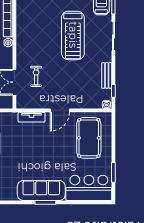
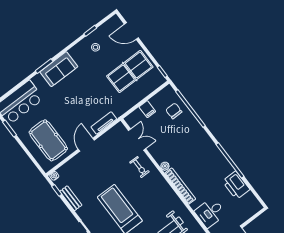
exercise bike: (36, 76) -> (139, 167), moved
sofa: (41, 190) -> (59, 69), width x0.73

